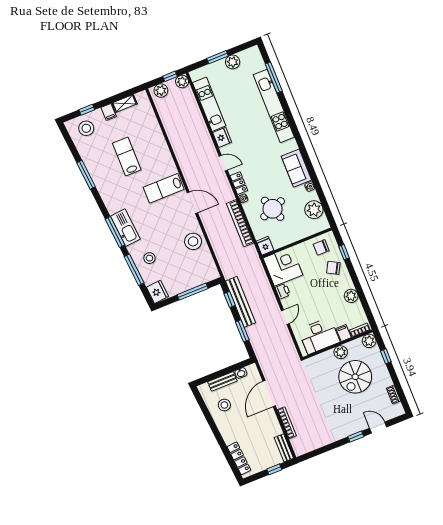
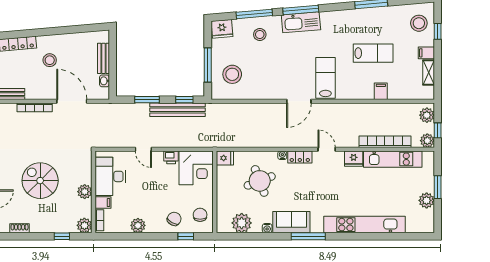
window: (274, 78) -> (308, 236), moved
filing cabinet: (156, 137) -> (381, 91), added
door: (223, 163) -> (327, 149), swing flipped
bookcase: (240, 223) -> (385, 142), moved
stool: (193, 241) -> (232, 74), moved
spiral stairs: (355, 377) -> (40, 181), moved
stool: (224, 405) -> (50, 60), moved

